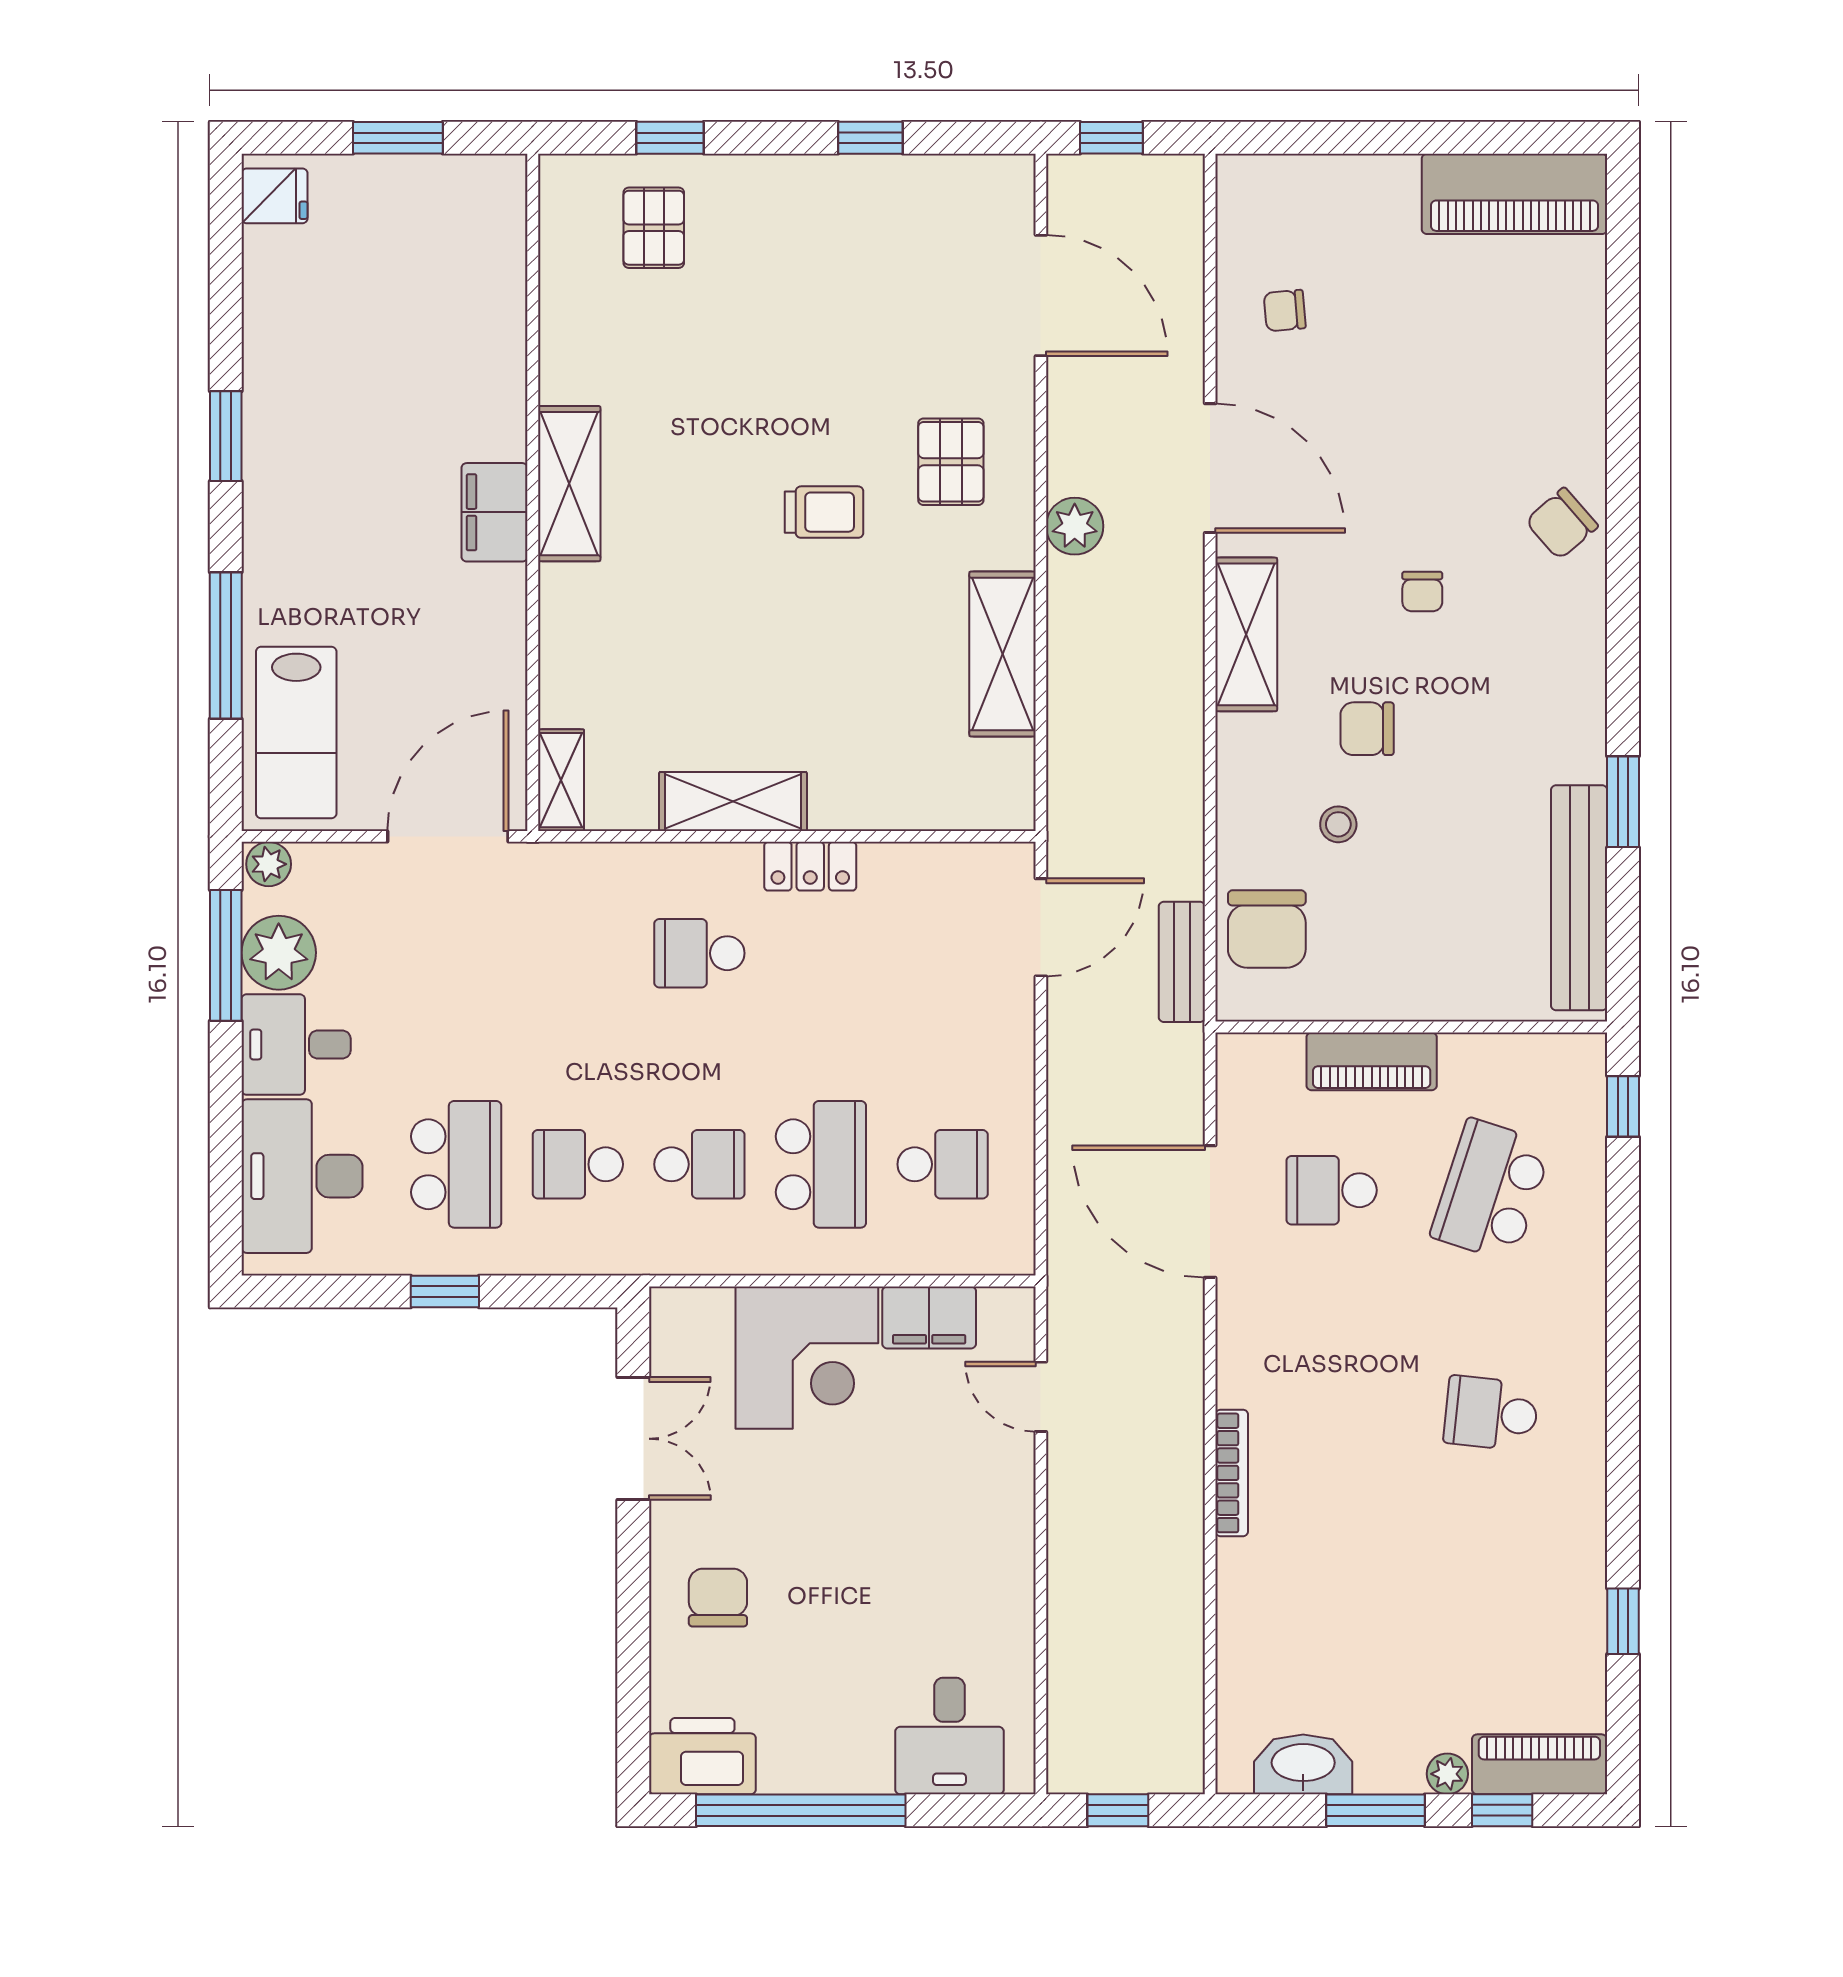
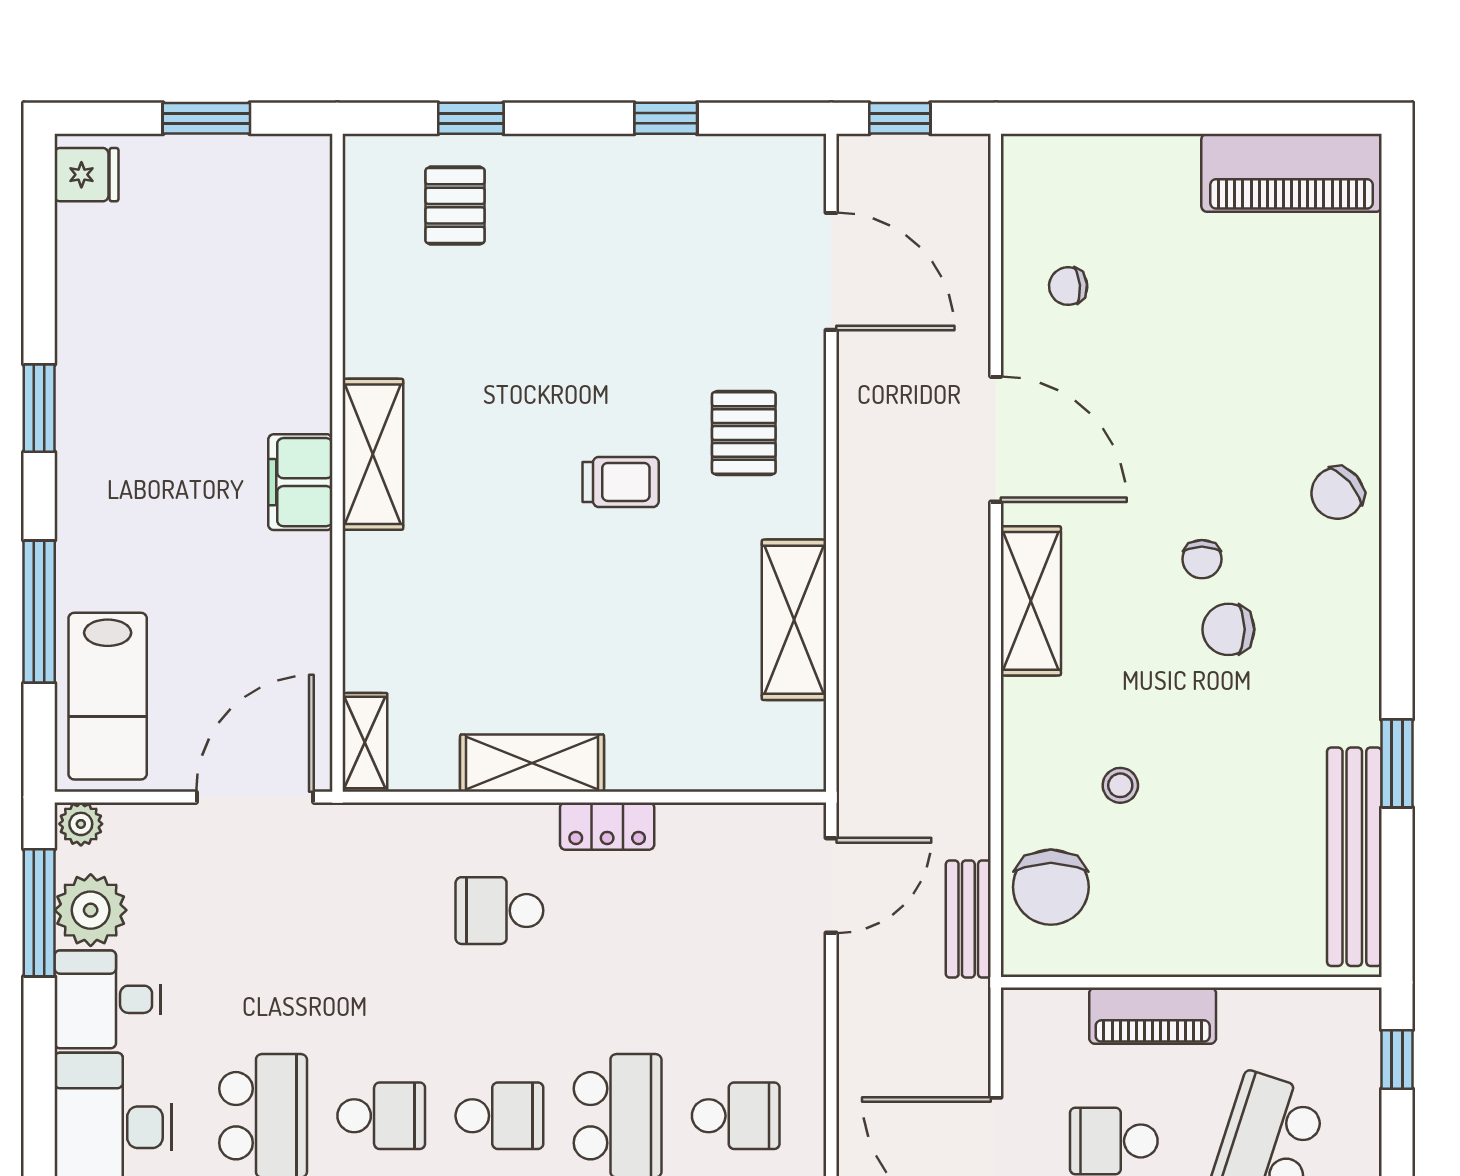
plant: (1075, 526) -> (864, 496), removed
chair: (1367, 729) -> (1228, 629), moved
school desk: (578, 1164) -> (381, 1116), turned 180

